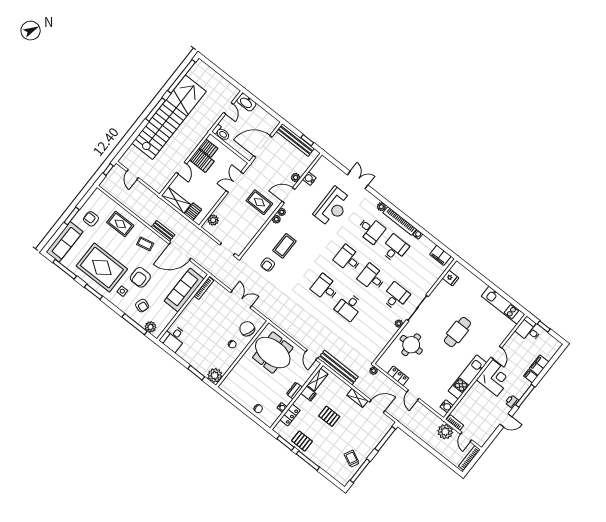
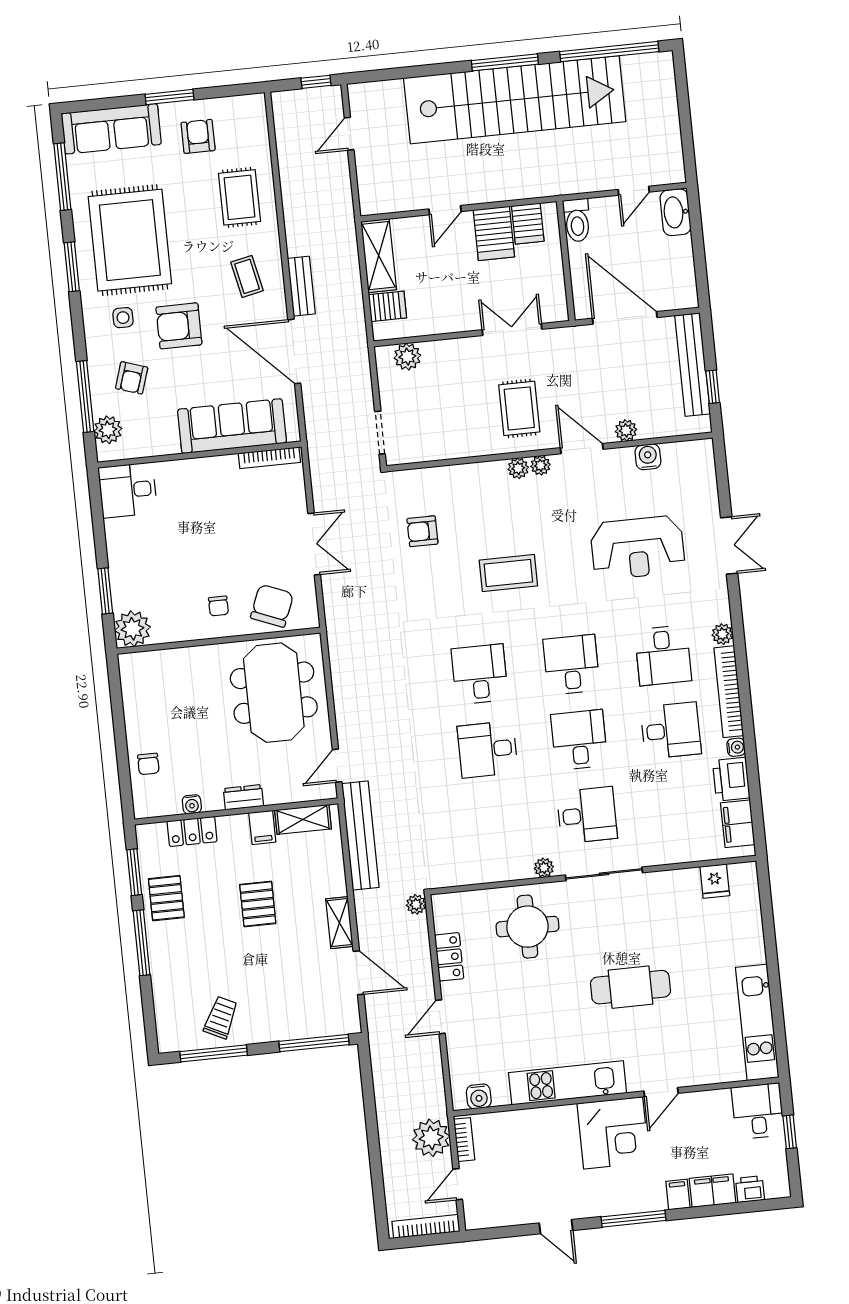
printer: (426, 245) -> (731, 779), added
coffee table: (284, 246) -> (508, 573), moved
printer: (512, 402) -> (750, 1189), moved

